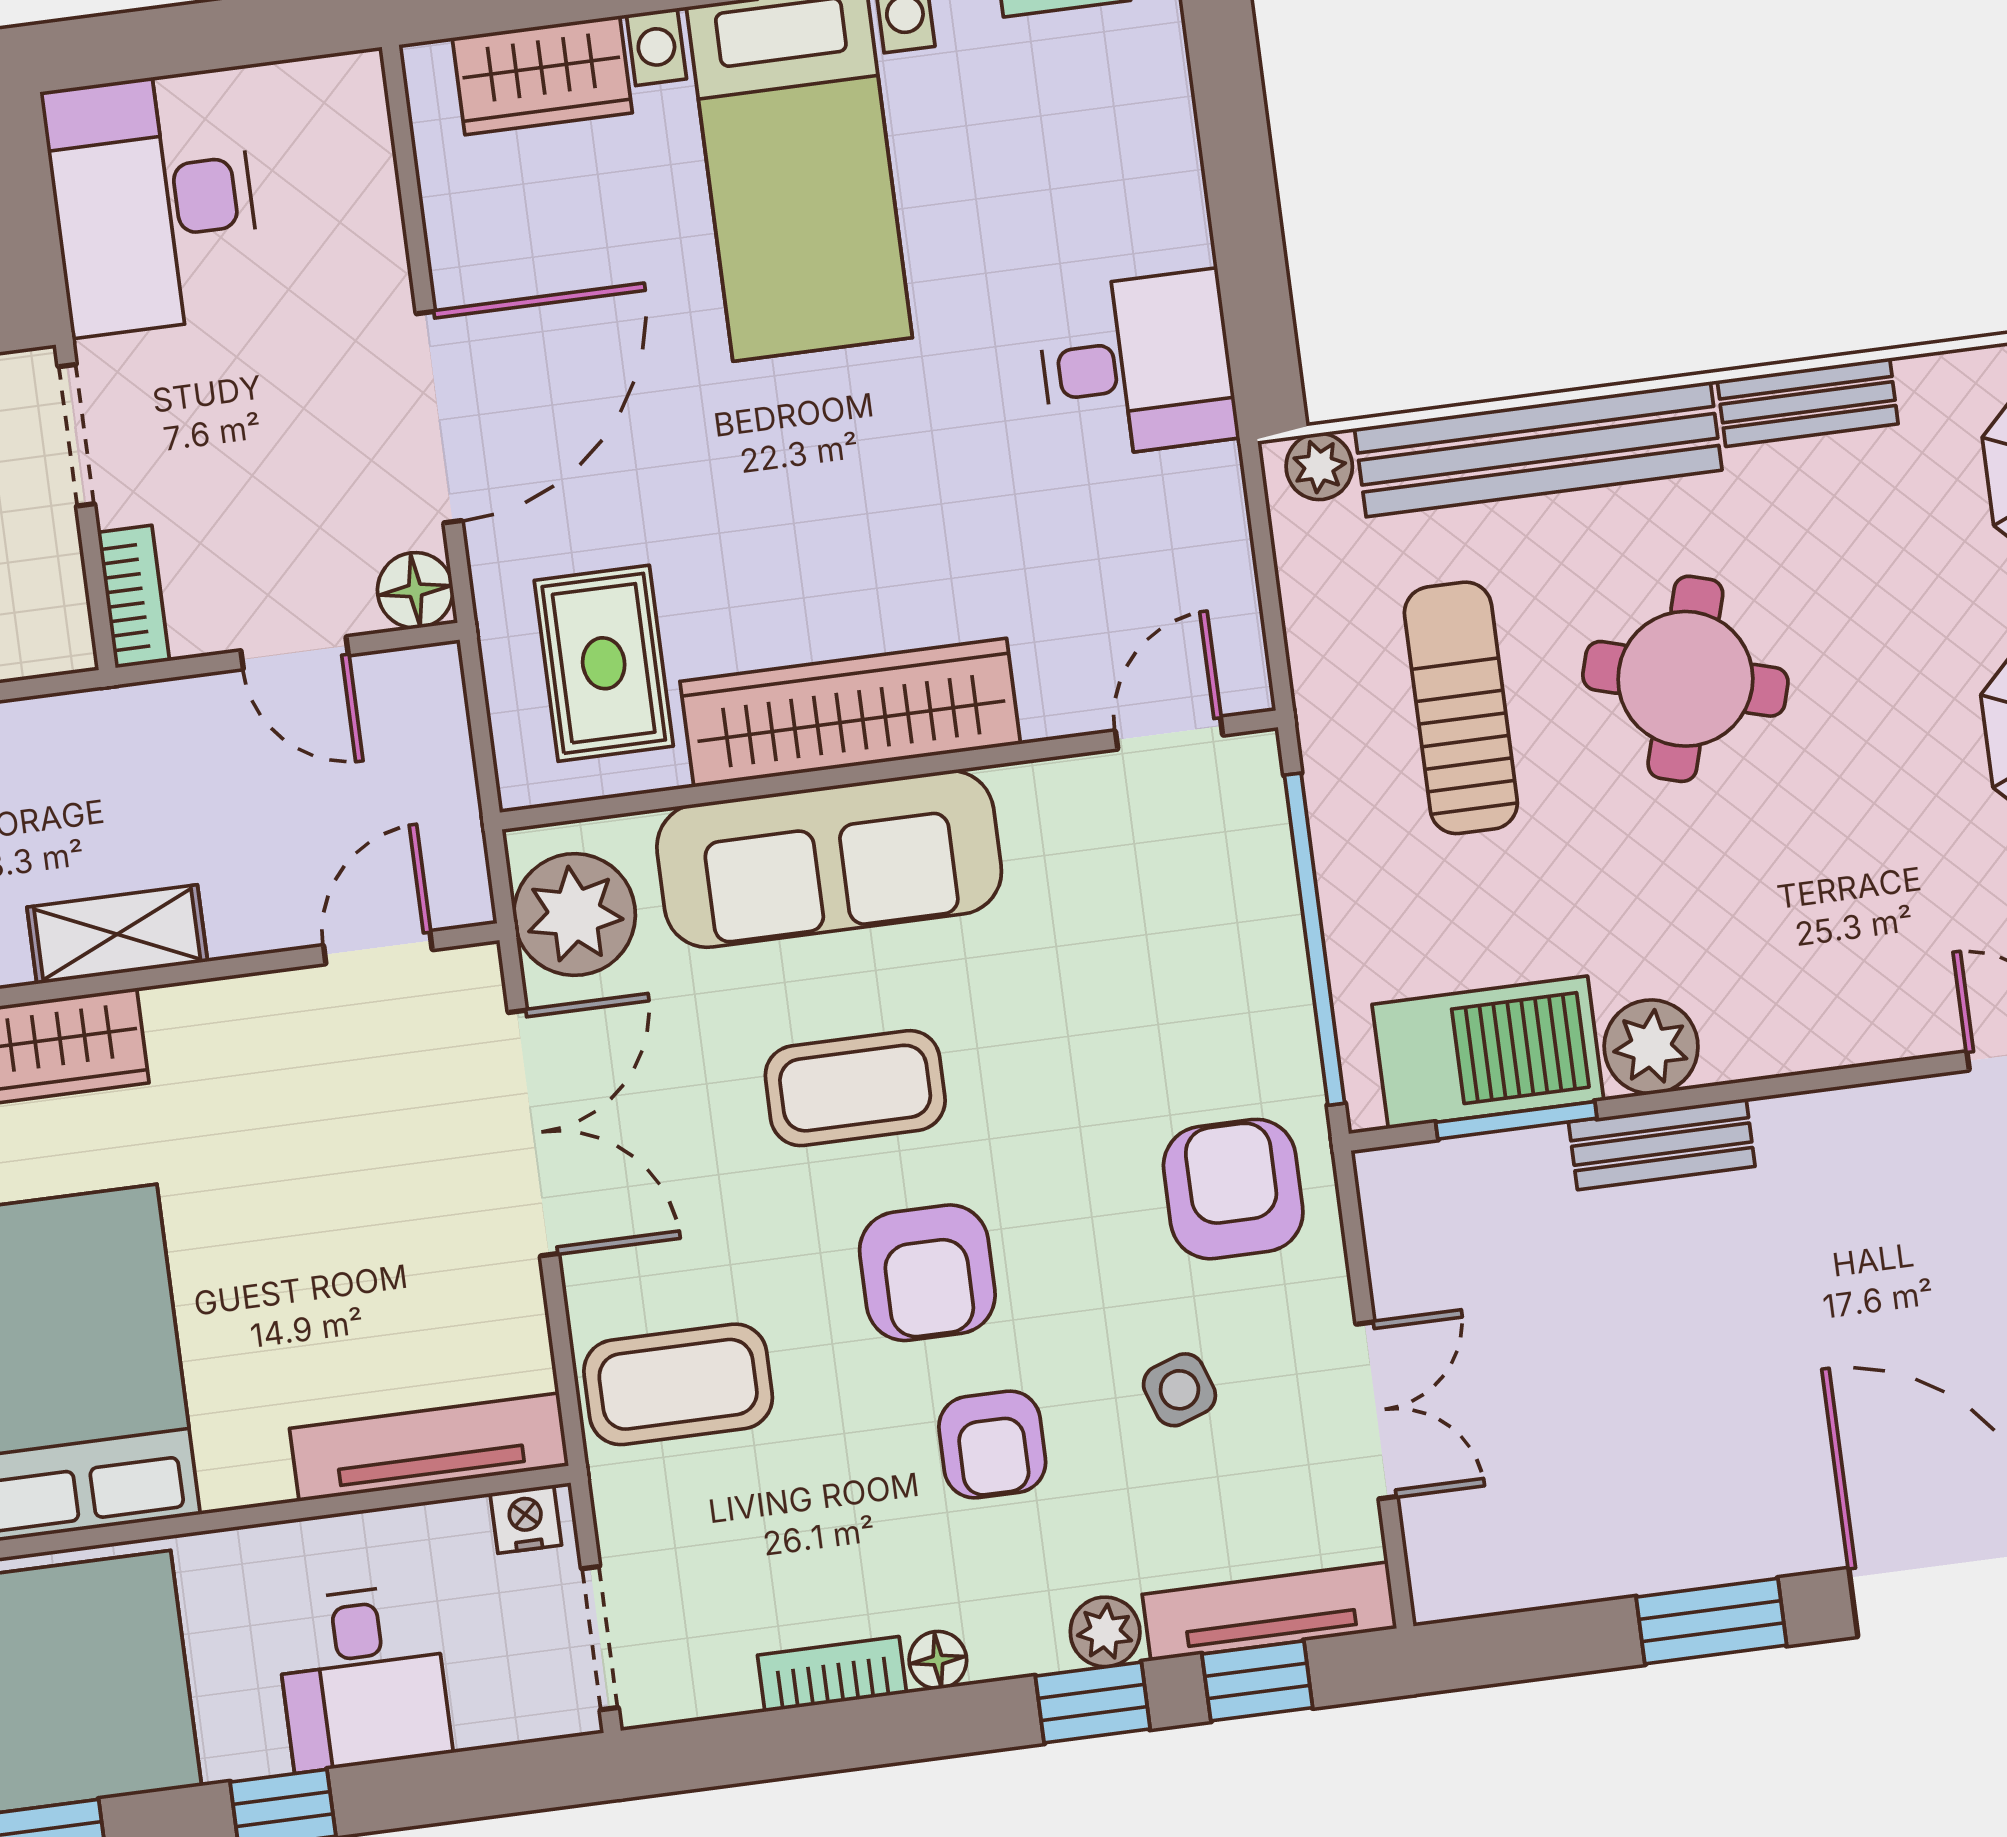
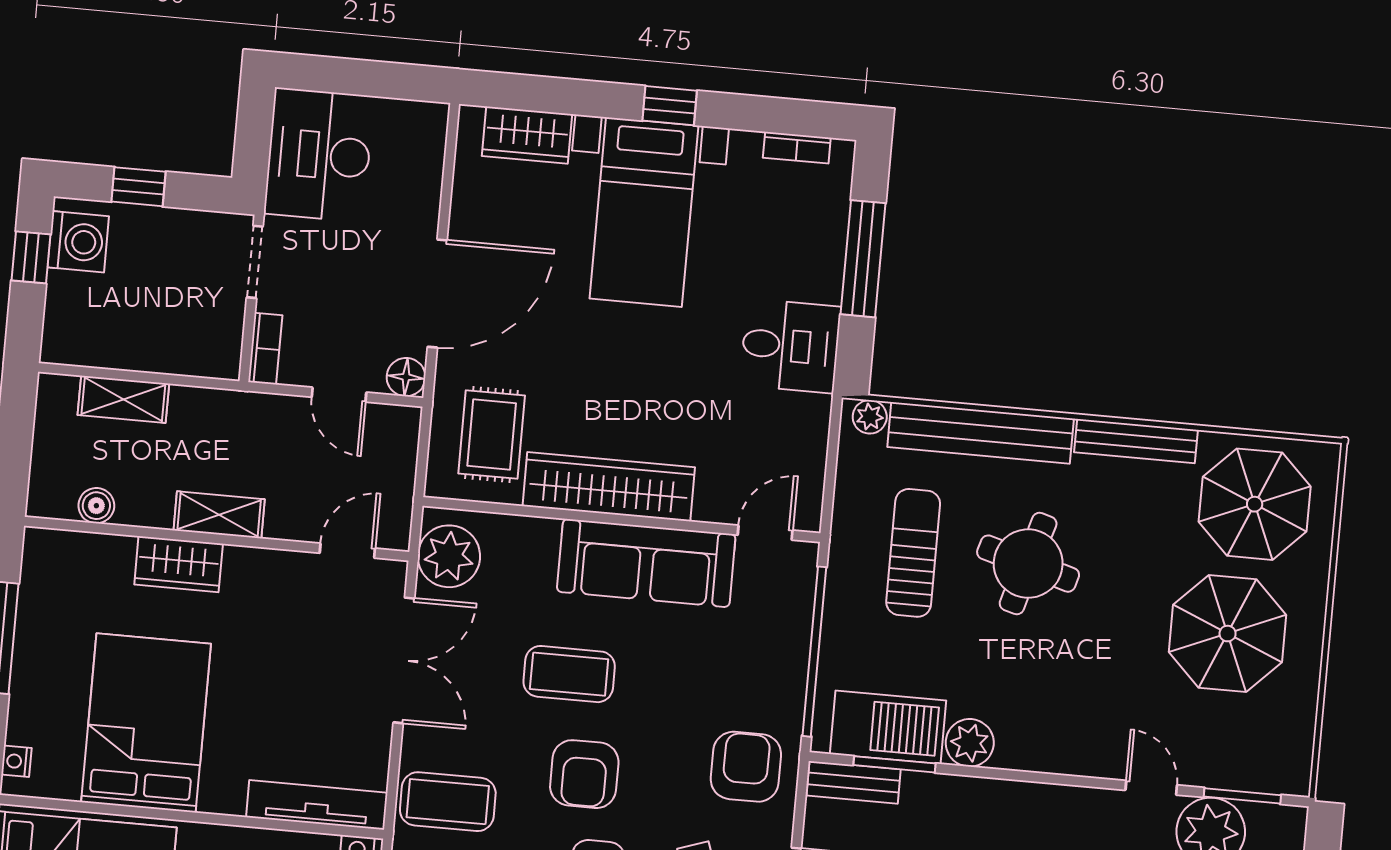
window: (1238, 167) -> (863, 259), added
bench: (1808, 402) -> (1136, 441), width x1.36
sofa: (829, 859) -> (646, 563), moved
bench: (1662, 1144) -> (854, 782), moved

